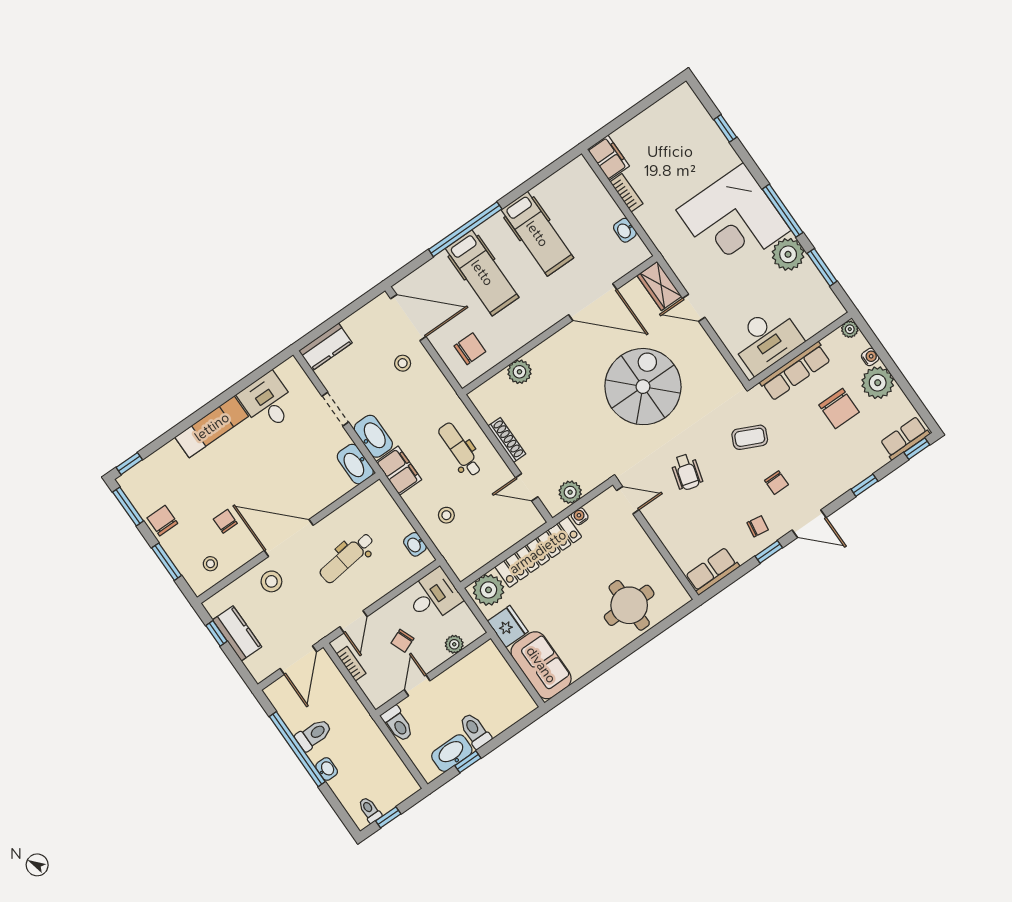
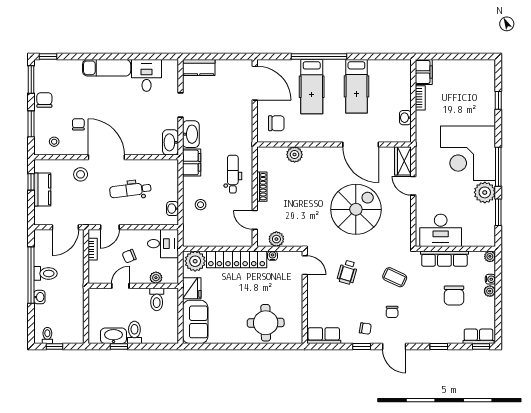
stool: (403, 363) -> (234, 106), removed
plant: (878, 383) -> (490, 291), width x0.53, depth x0.53
toilet: (398, 724) -> (157, 299), moved

